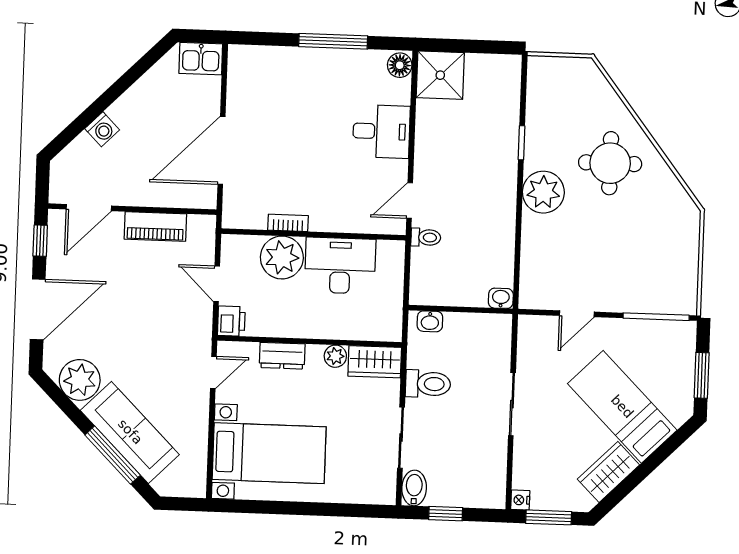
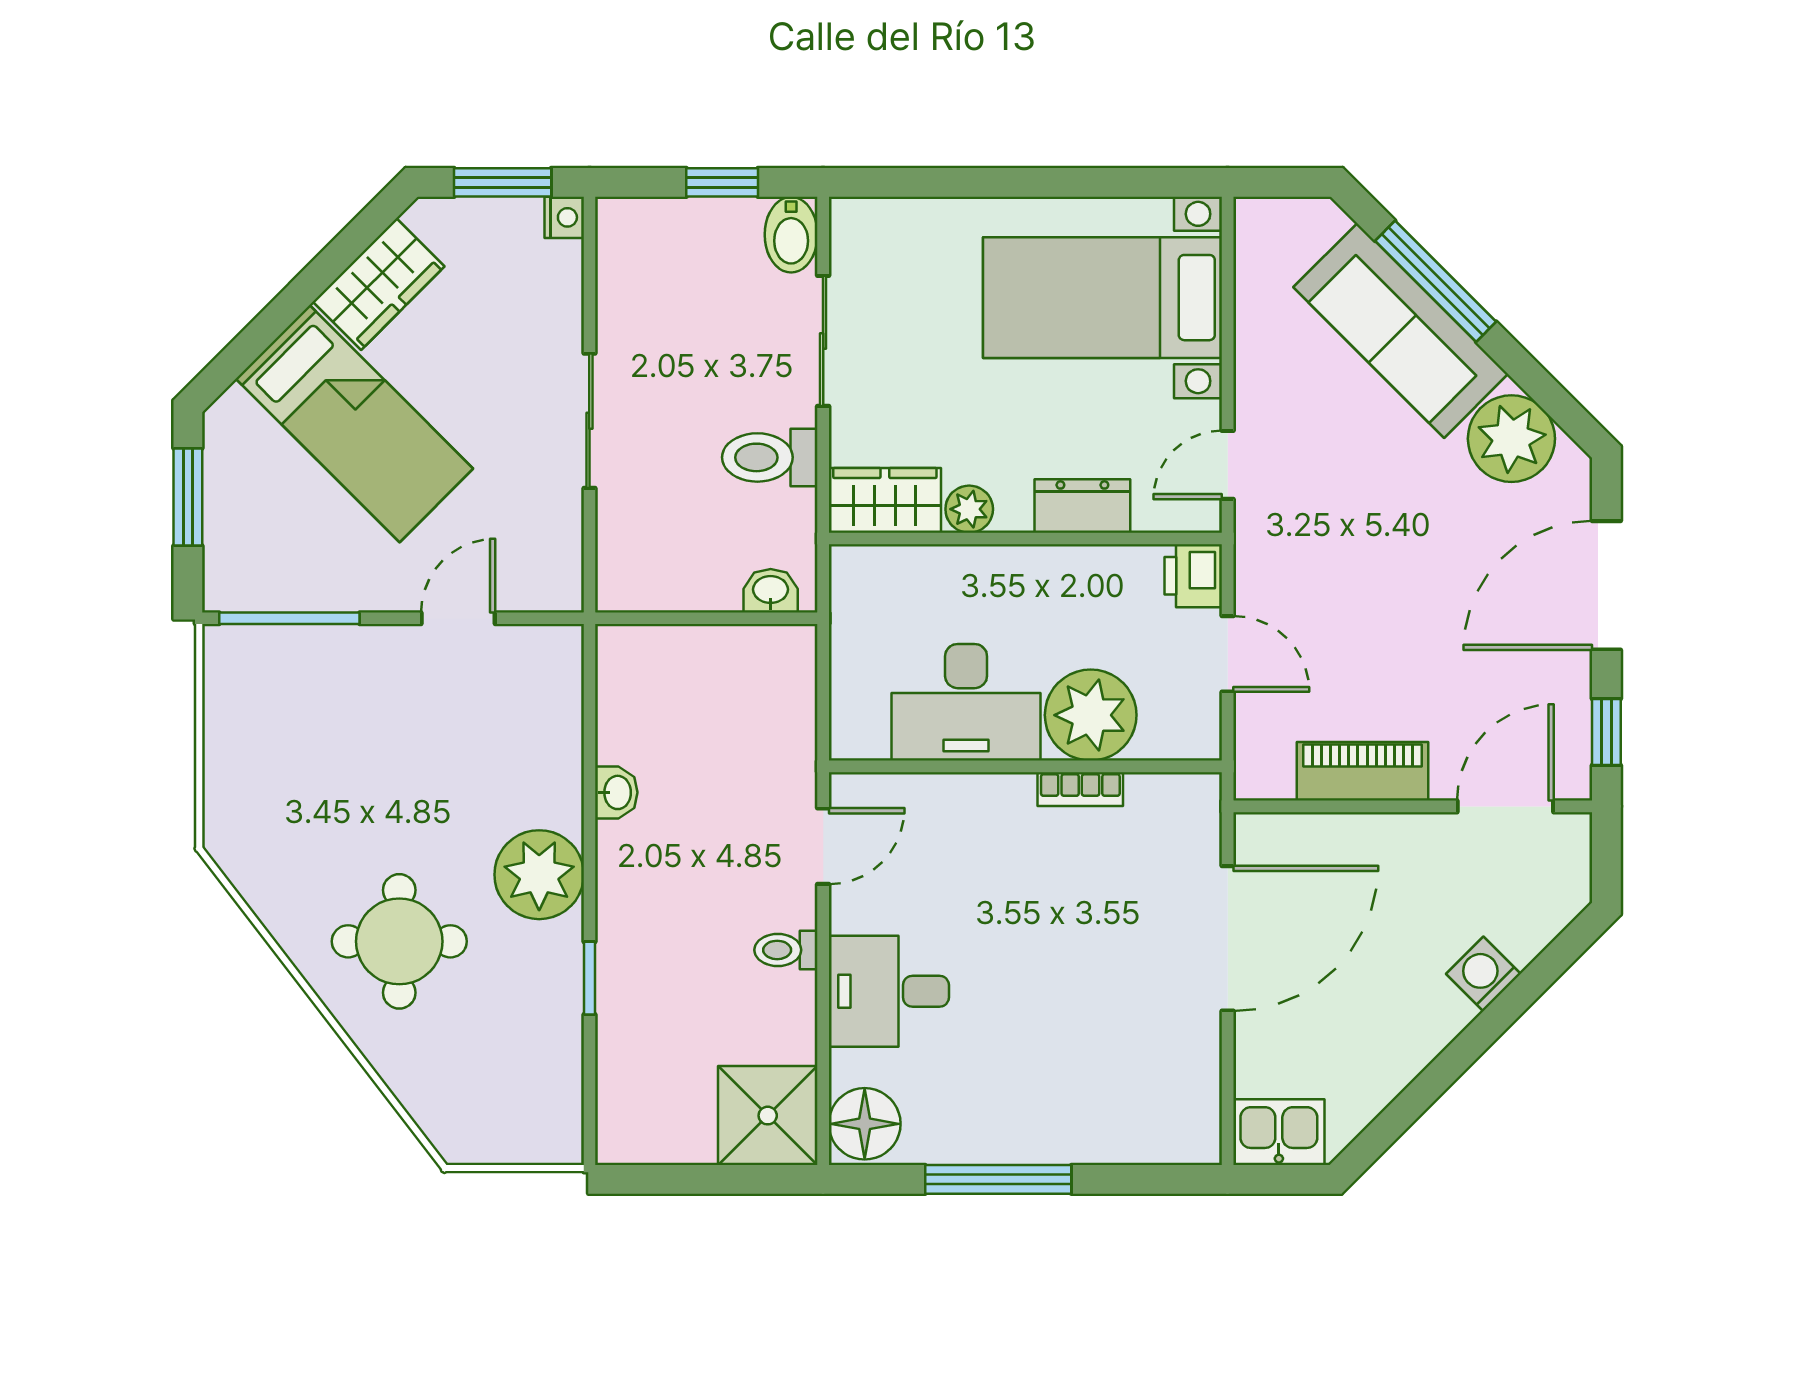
floor lamp: (400, 65) -> (865, 1124), width x1.38, depth x1.38
toilet: (426, 237) -> (786, 950), moved
washbasin: (501, 298) -> (616, 792), moved, turned -90

